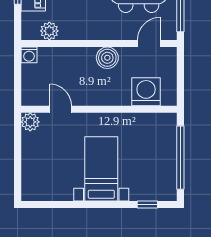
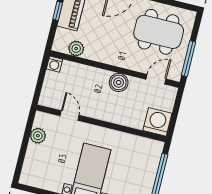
washing machine: (146, 92) -> (157, 122), moved
plant: (30, 122) -> (38, 136), moved

